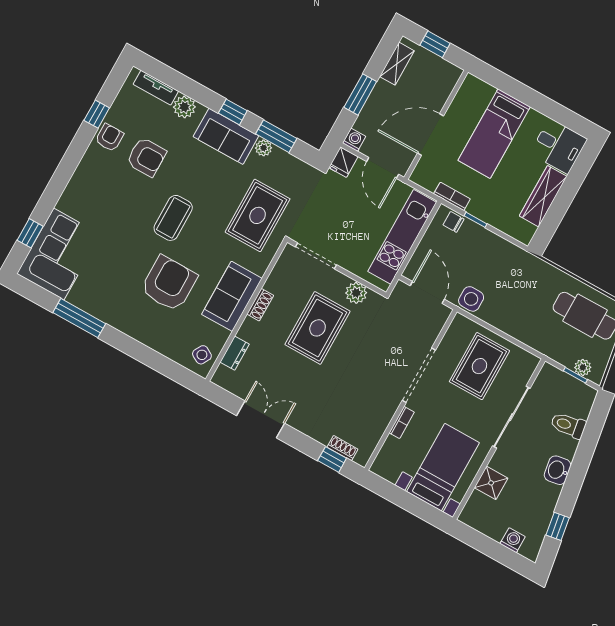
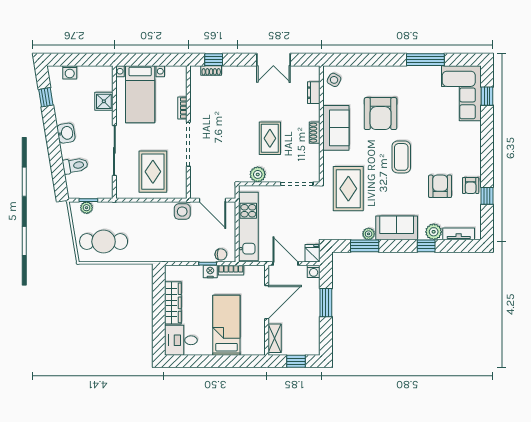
shelving: (397, 64) -> (275, 338), moved
window: (233, 112) -> (426, 246), moved
armchair: (146, 157) -> (440, 186), turned 90
nightstand: (478, 209) -> (210, 272), added
rug: (318, 328) -> (270, 138), width x0.73, depth x0.70

